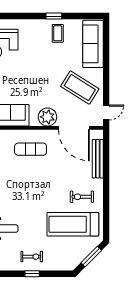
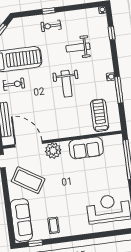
window: (54, 16) -> (35, 243), moved
exercise mat: (31, 149) -> (64, 120), removed
weight bench: (23, 190) -> (66, 84), added

